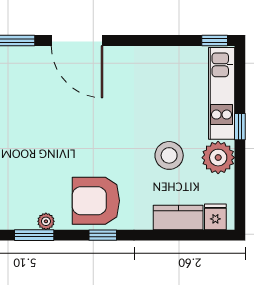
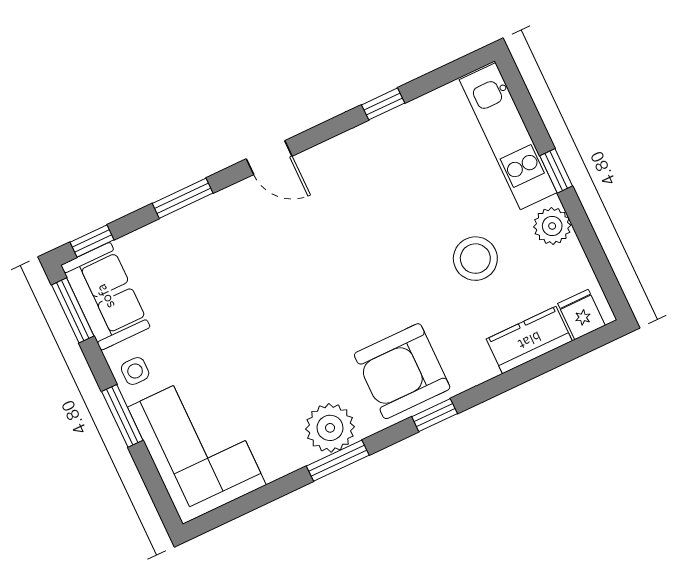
door: (77, 41) -> (269, 158), width x0.53
window: (215, 41) -> (383, 104), moved
plant: (218, 158) -> (552, 226), width x0.73, depth x0.73
plant: (46, 221) -> (330, 428), width x1.87, depth x1.87

